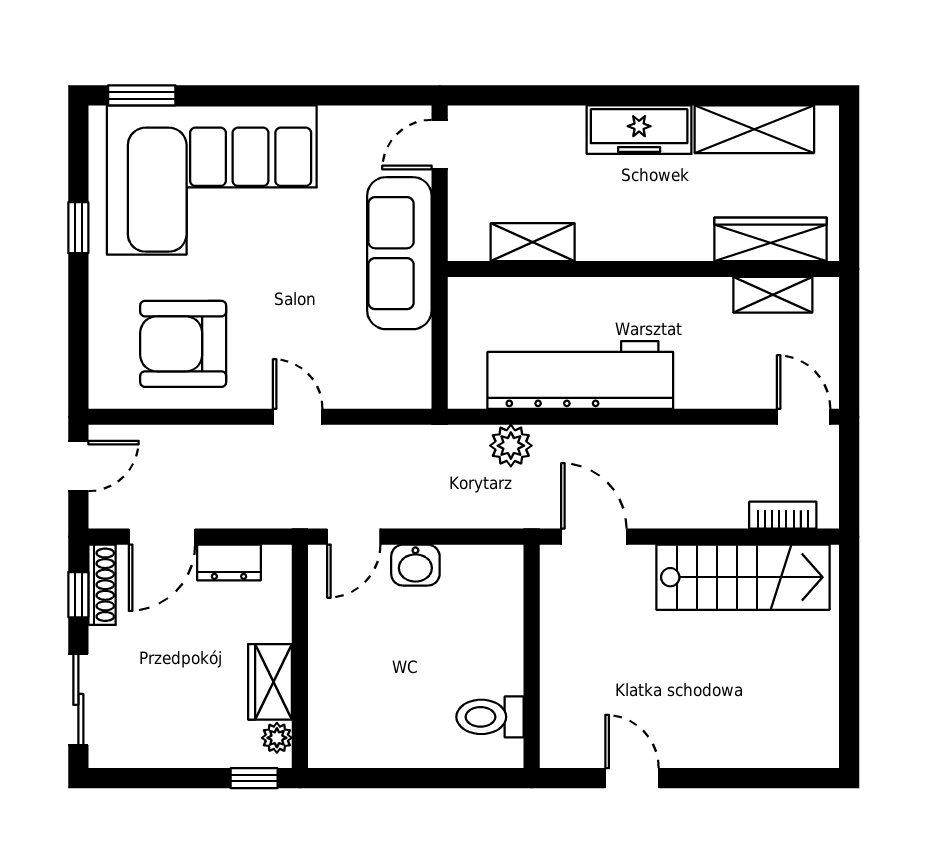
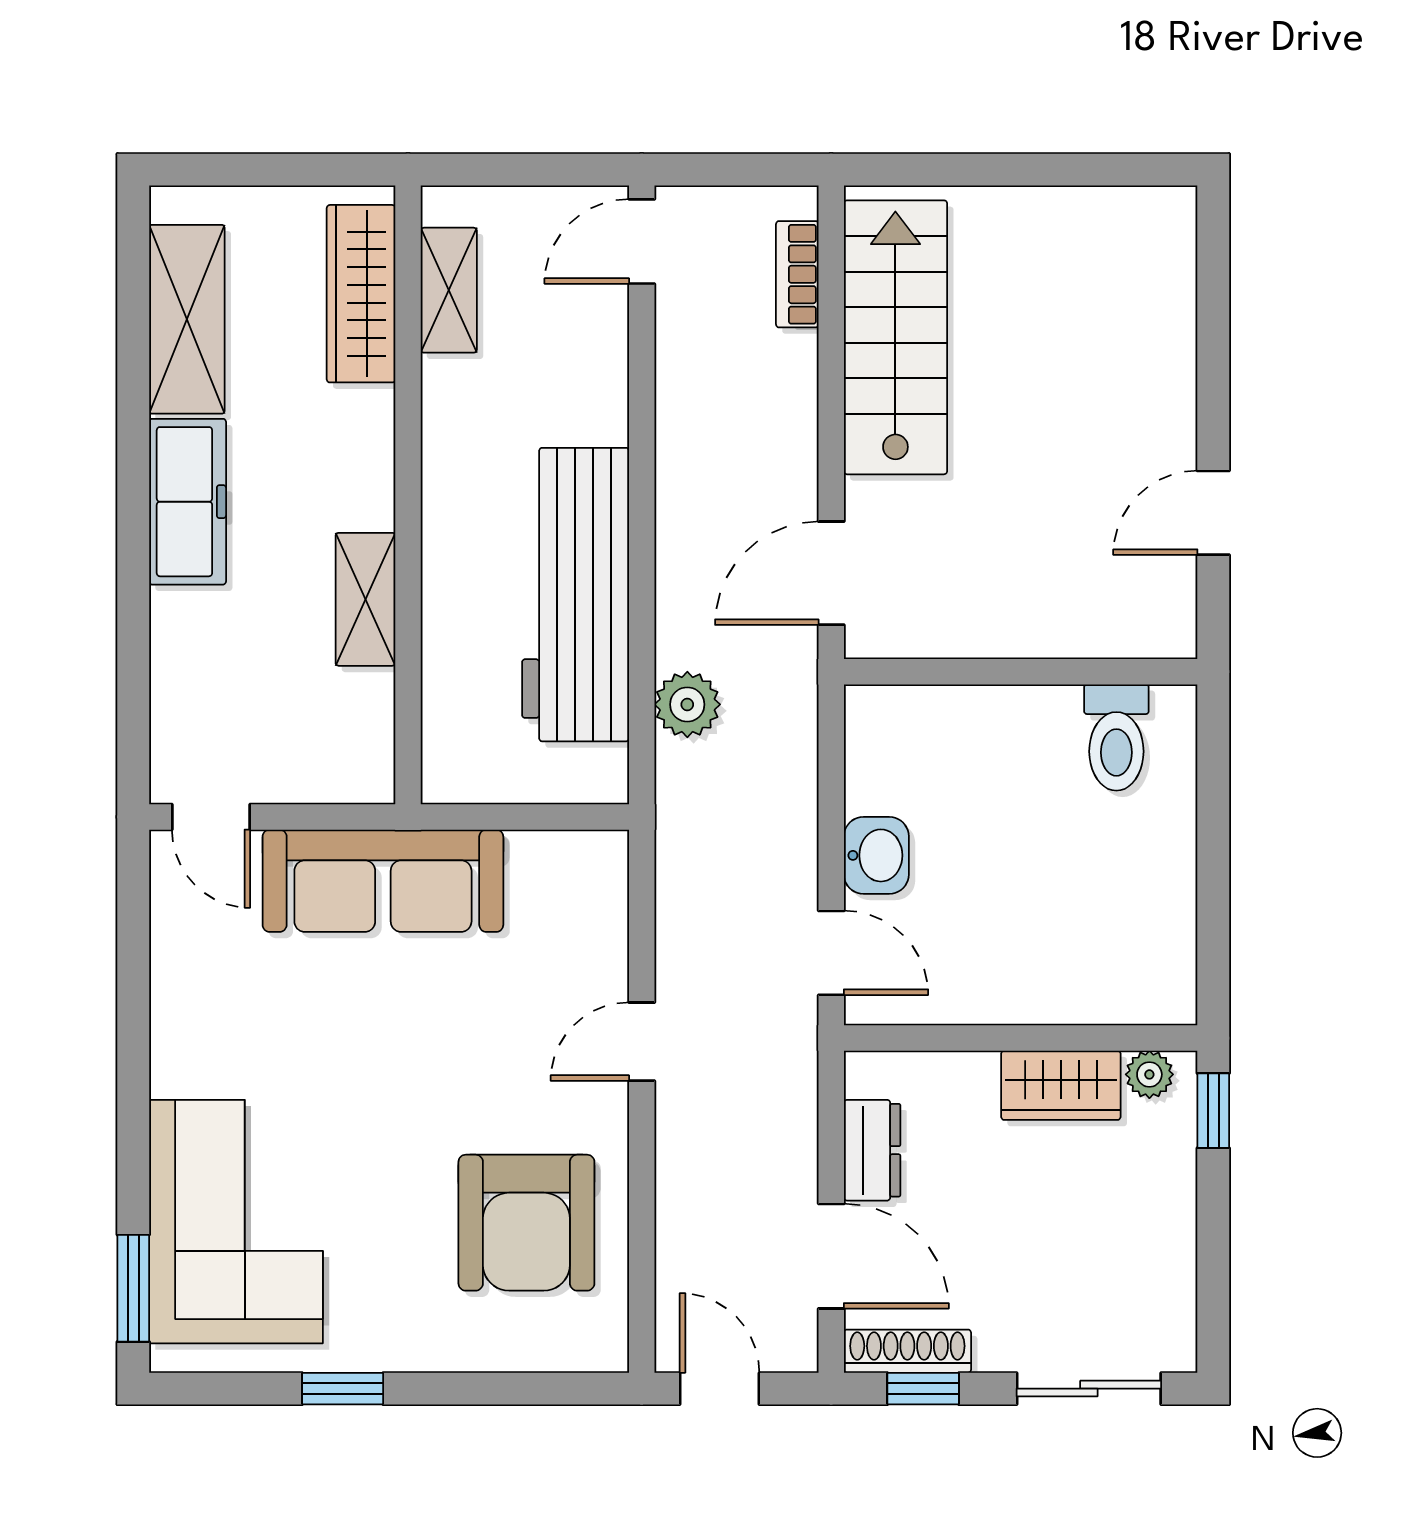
corner sofa: (212, 180) -> (236, 1222), width x0.73, depth x0.74
shelving: (533, 242) -> (365, 599), moved

